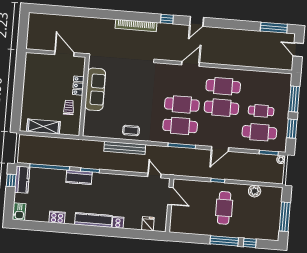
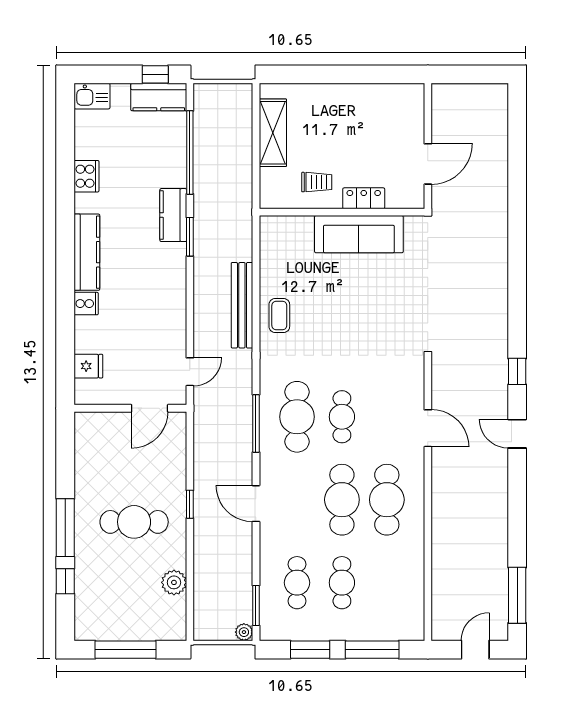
bookcase: (136, 25) -> (499, 308), removed
cafe table: (182, 104) -> (342, 417), width x0.73, depth x0.74
cafe table: (259, 132) -> (297, 583), width x0.73, depth x0.74

